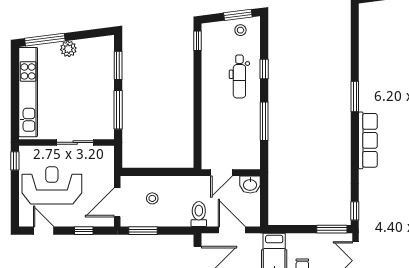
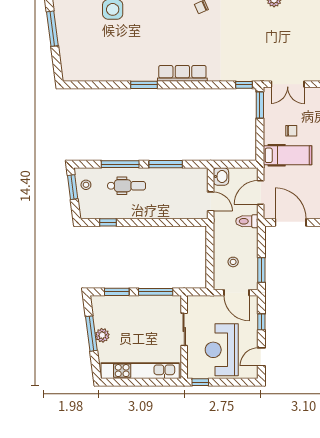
window: (45, 40) -> (91, 334), moved
window: (197, 41) -> (108, 222), moved
window: (264, 69) -> (120, 164), width x2.17

